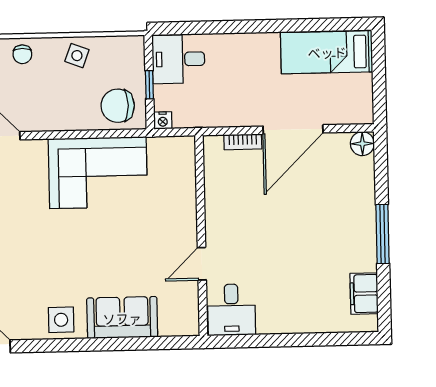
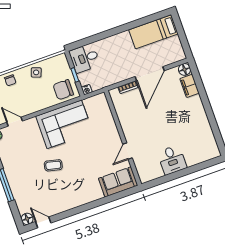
window: (382, 234) -> (208, 109), removed
coffee table: (51, 244) -> (53, 165), added
filing cabinet: (364, 294) -> (189, 86), moved
desk: (231, 310) -> (172, 160), moved
sofa: (122, 318) -> (118, 182), moved
side table: (61, 320) -> (70, 199), removed

